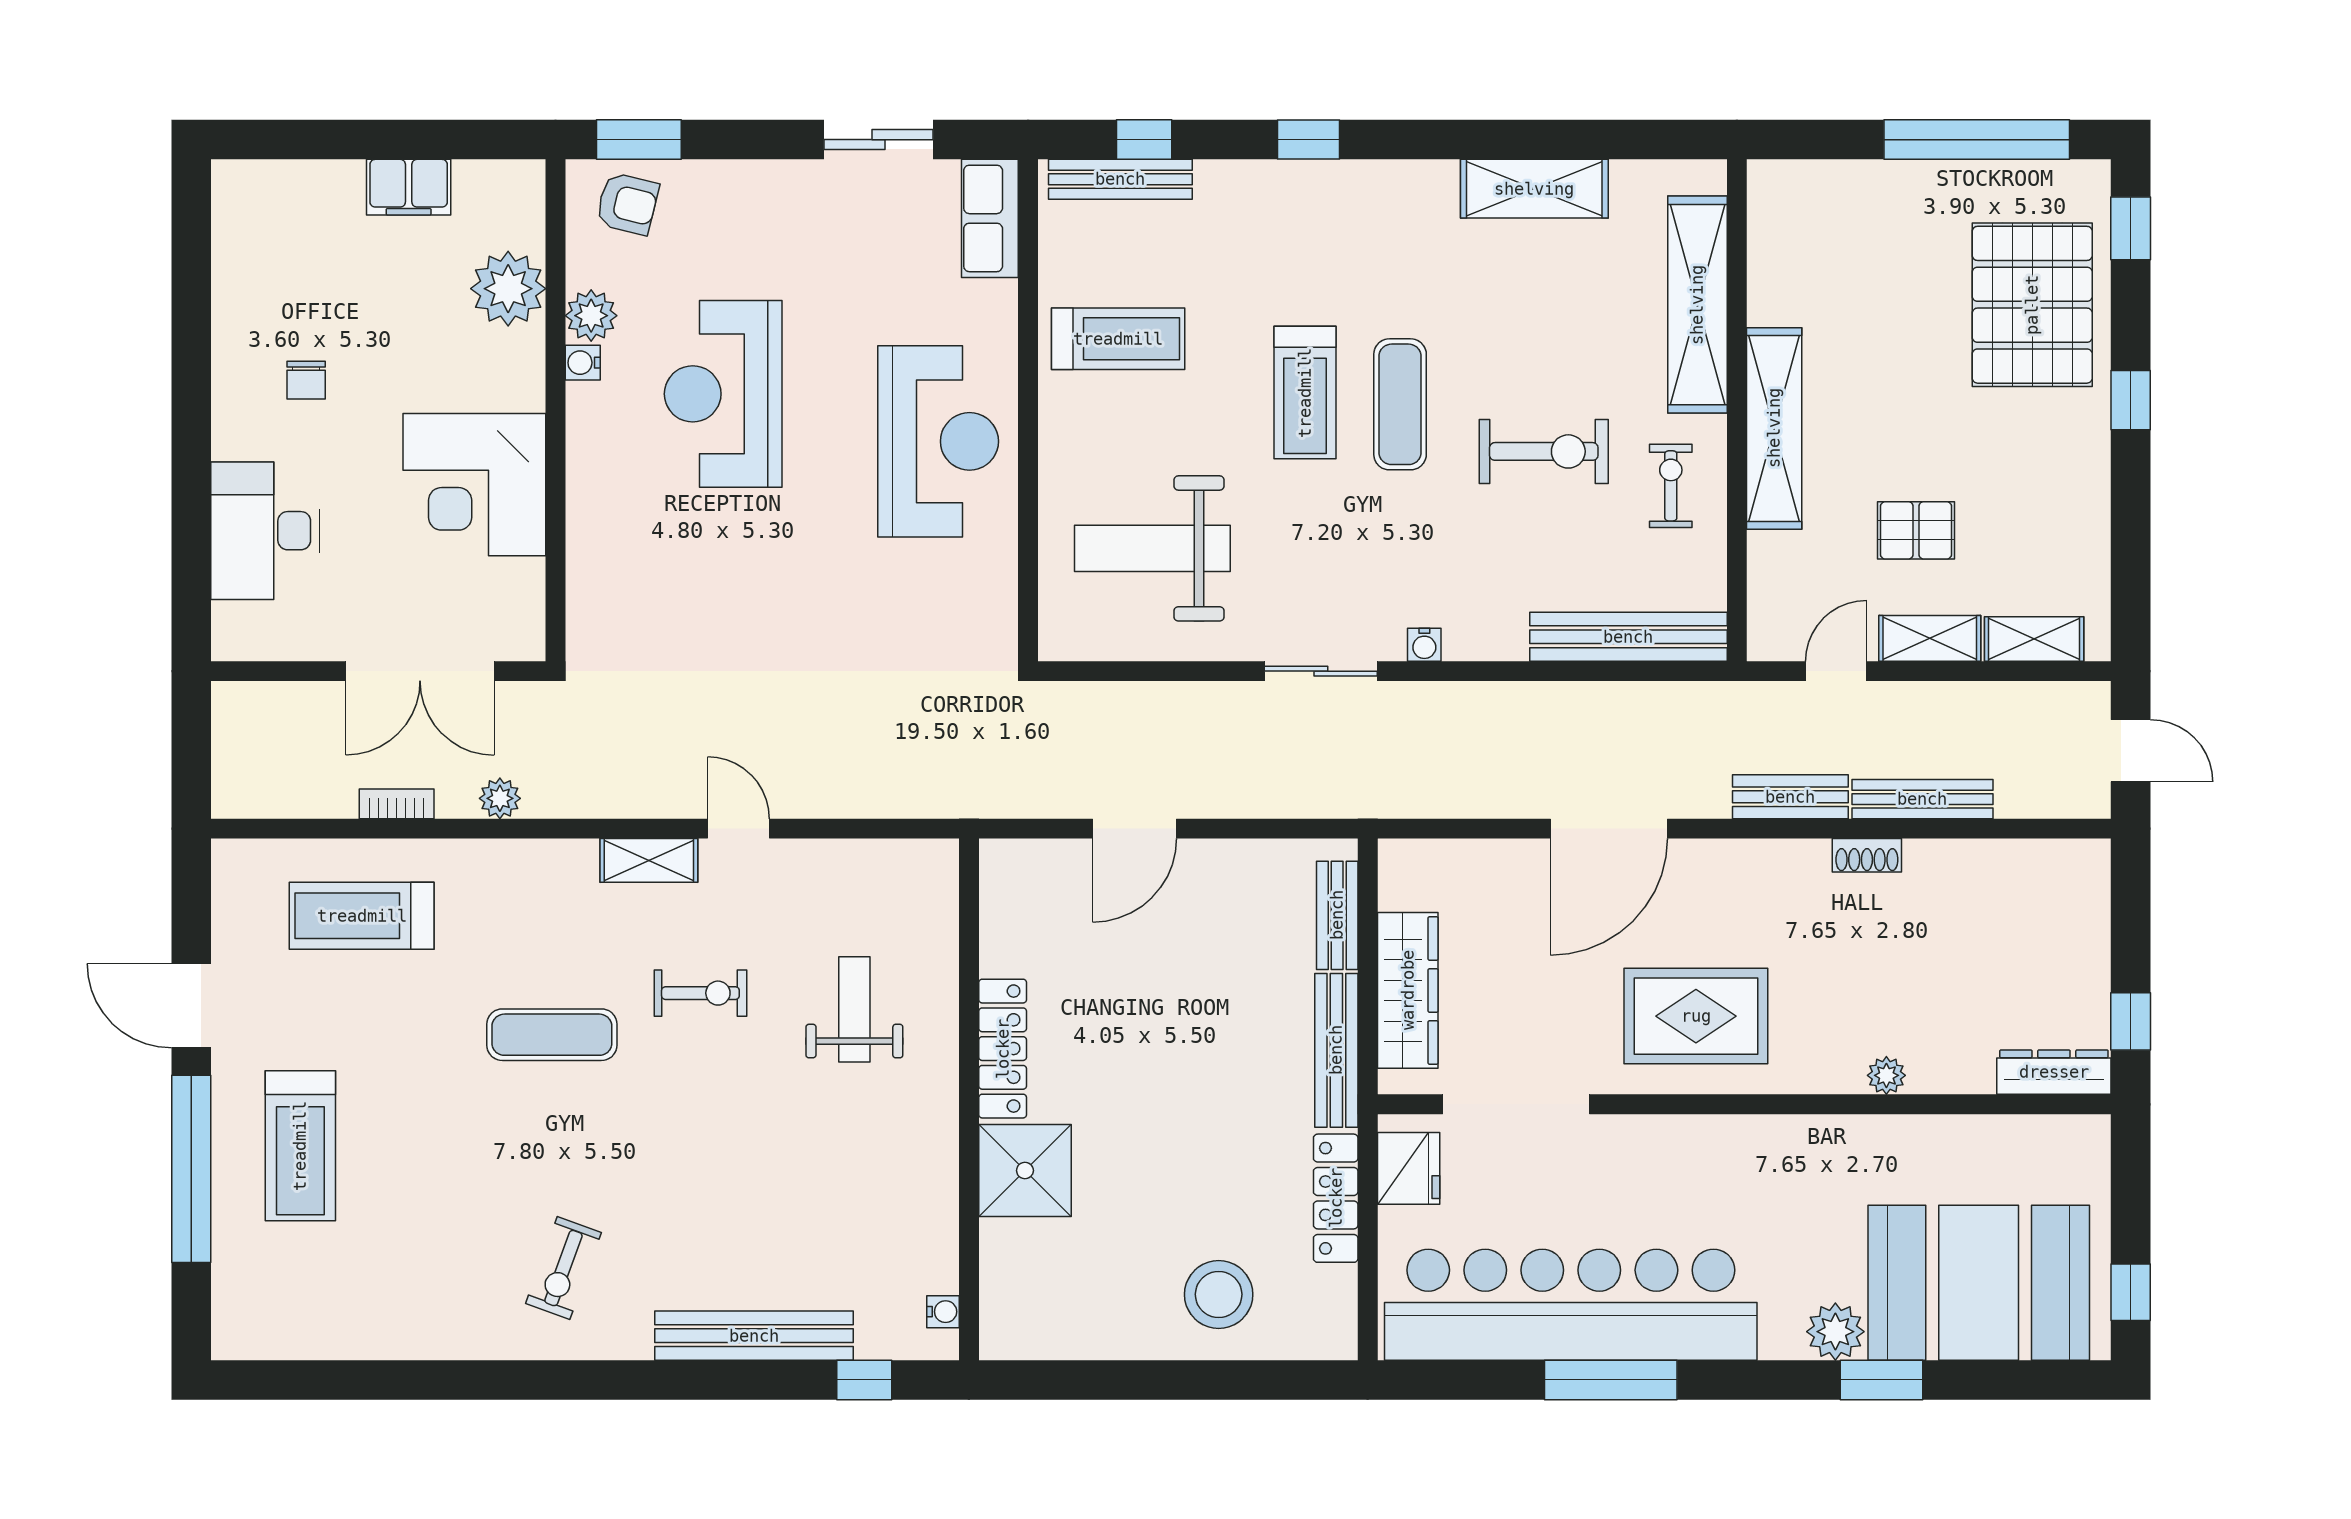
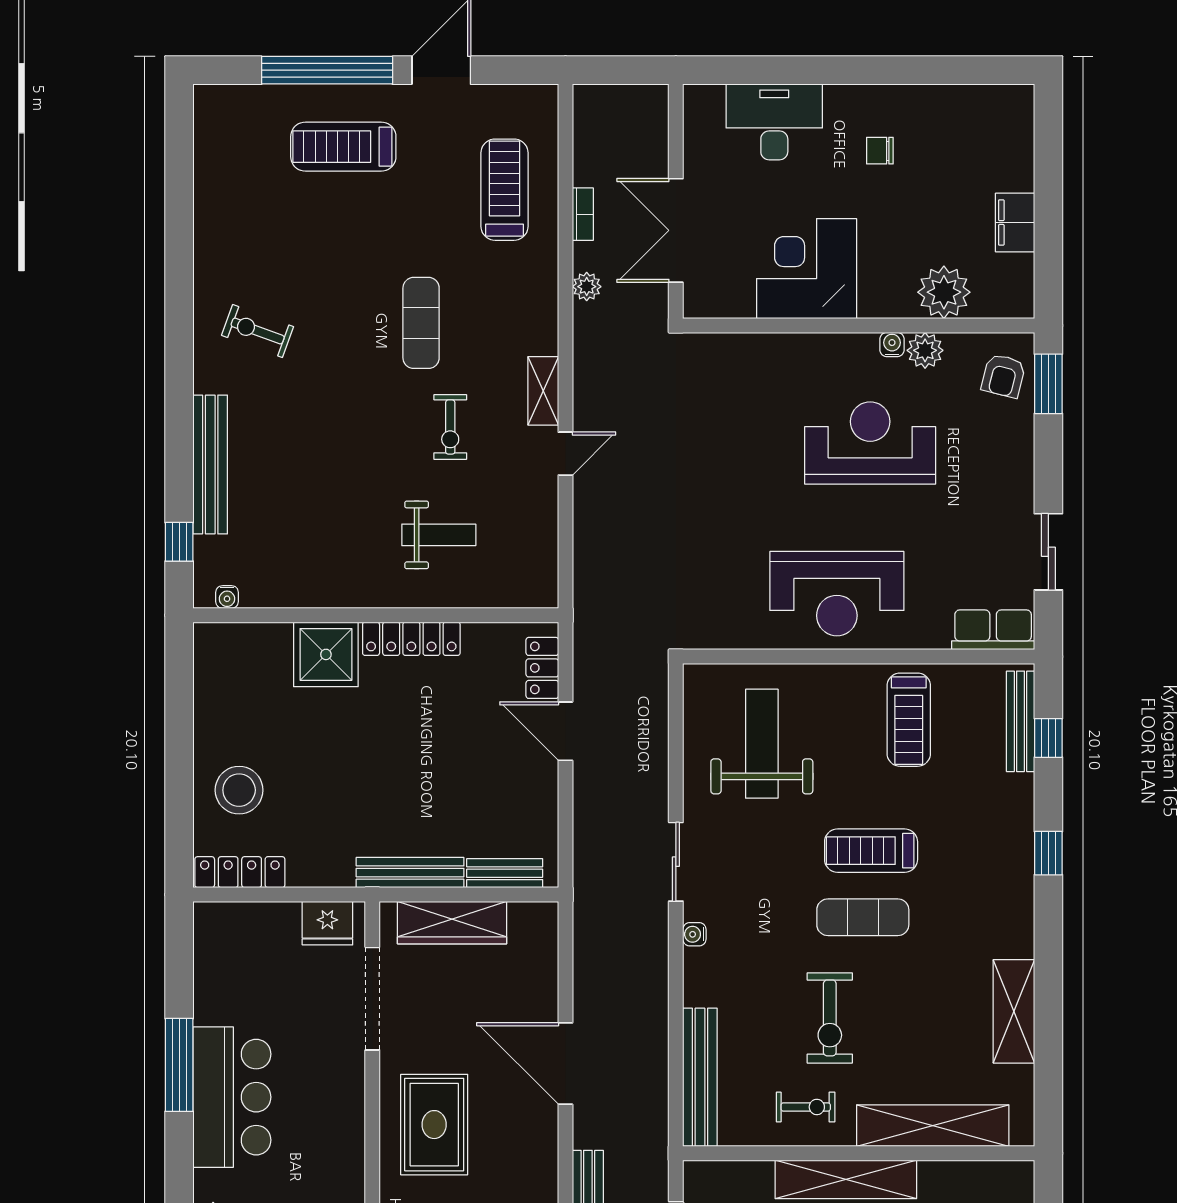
locker: (1044, 862) -> (542, 668), added
locker: (1336, 1198) -> (240, 872), moved
bar counter: (1571, 1305) -> (232, 1097), width x0.54

